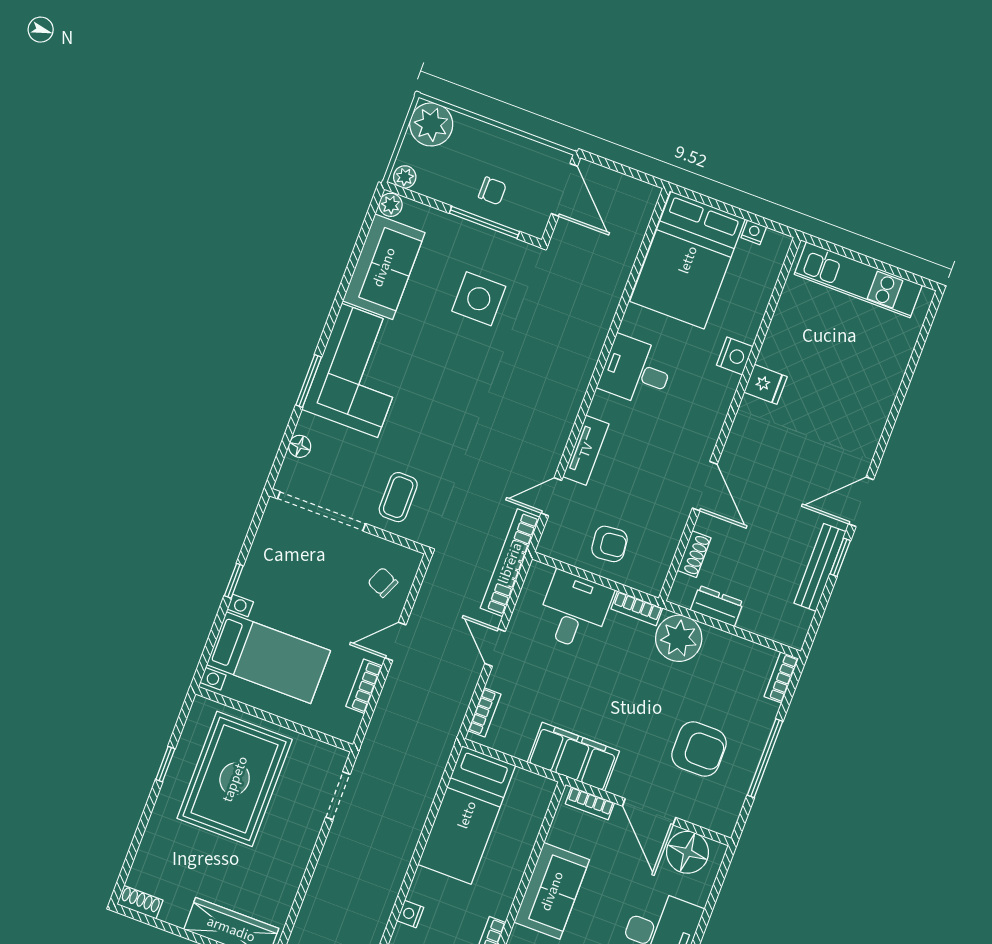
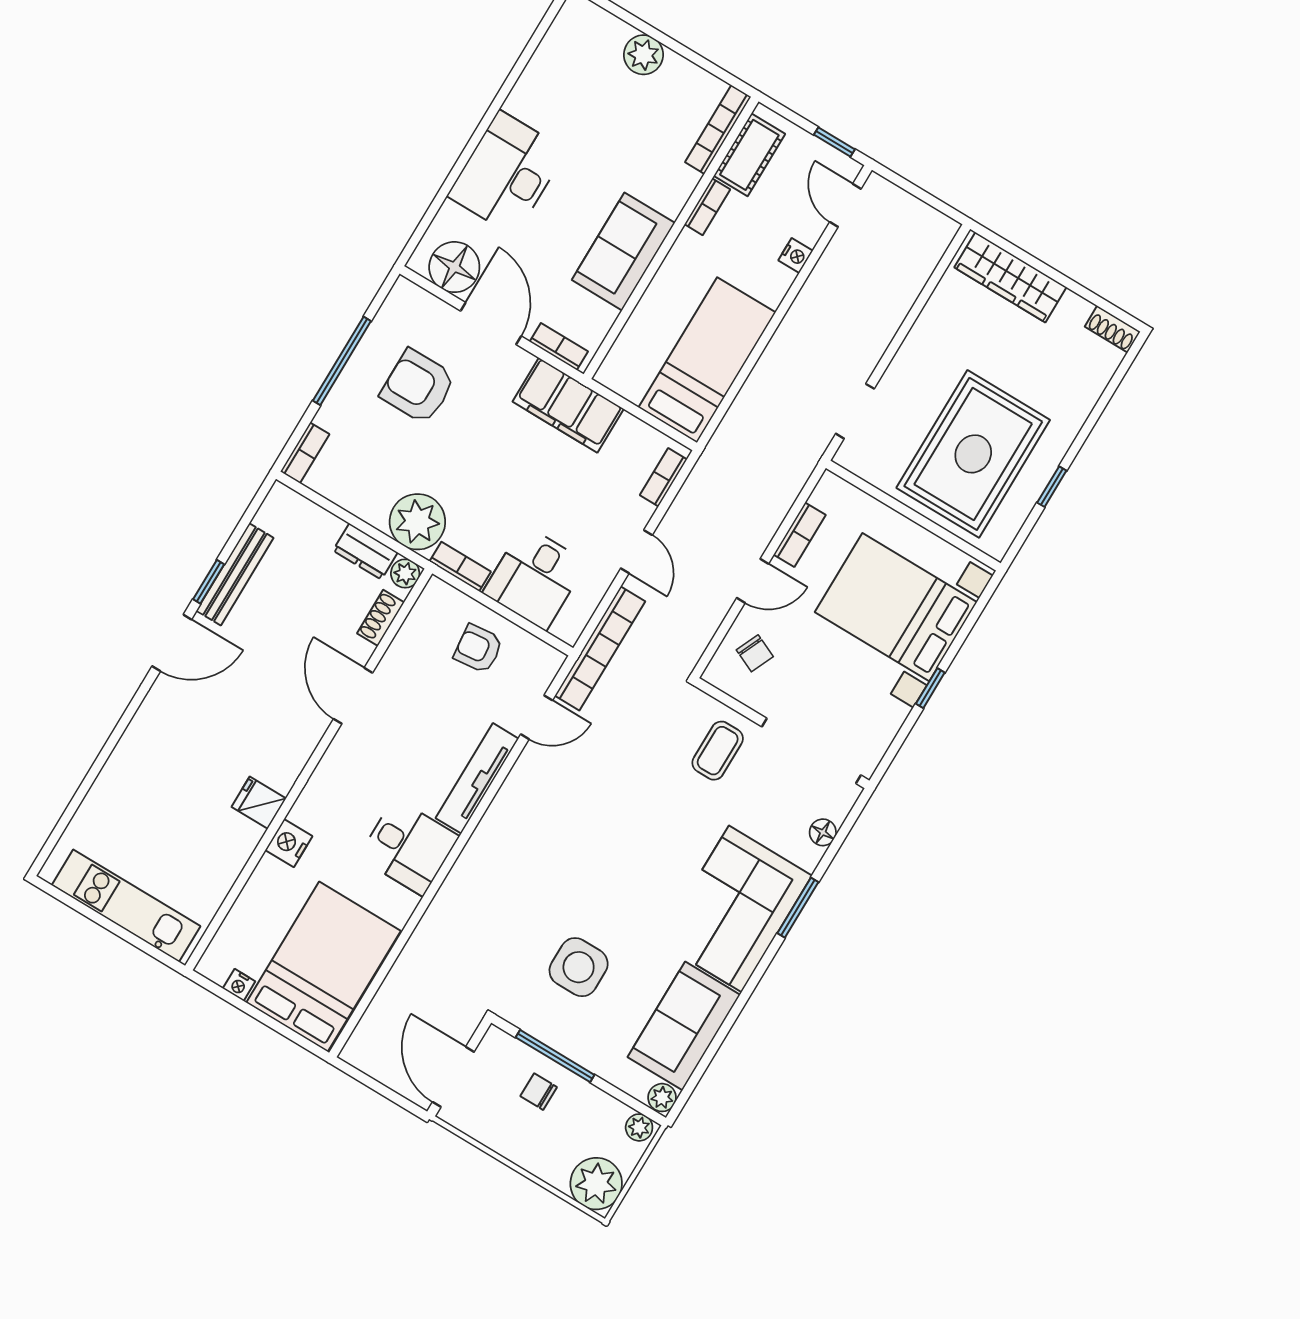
tv unit: (586, 450) -> (477, 778), width x1.41
plant: (681, 594) -> (405, 574), added
bed with nightstands: (268, 658) -> (896, 607), width x1.36

